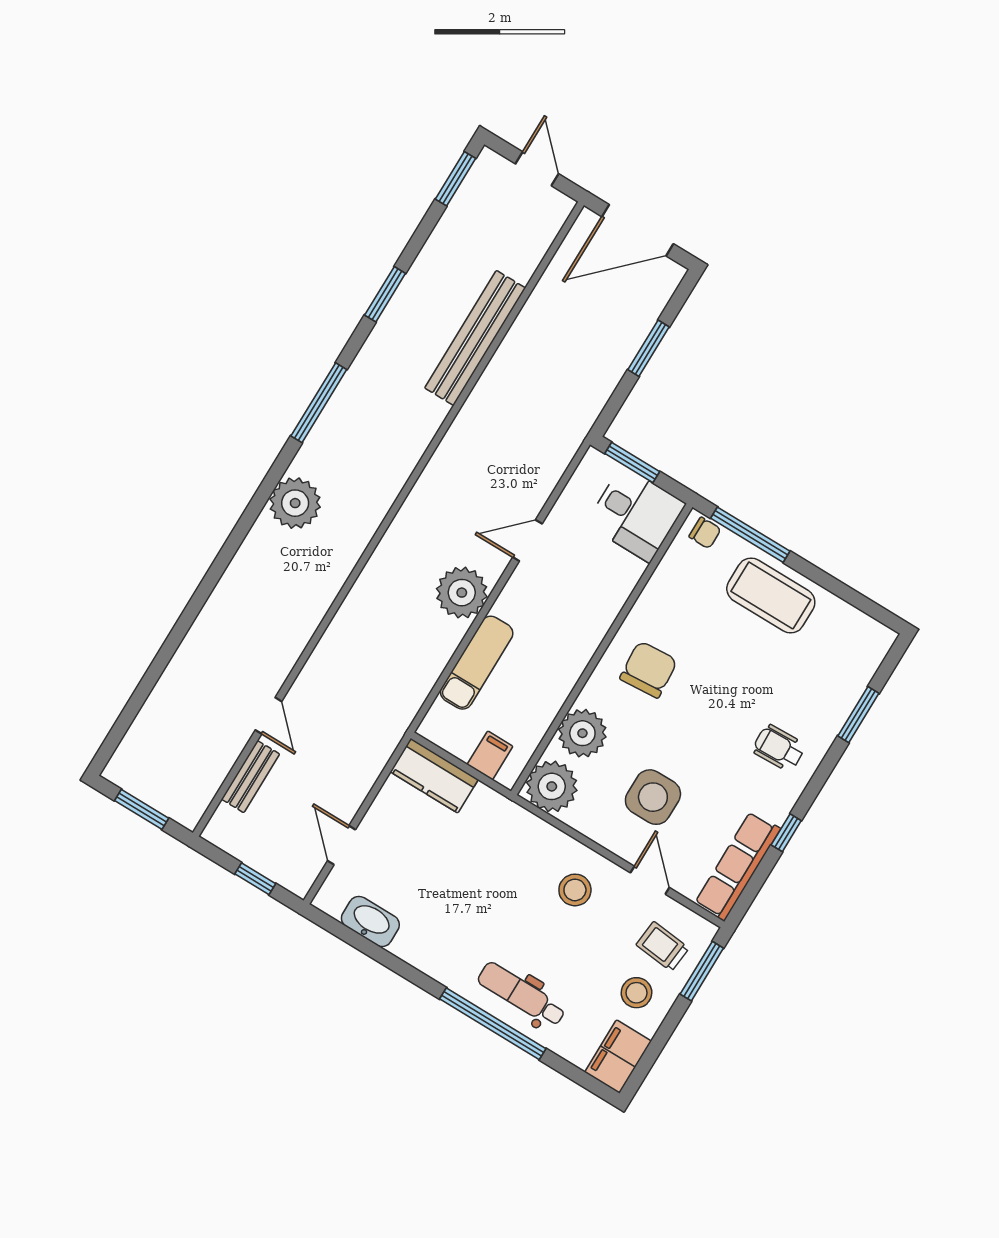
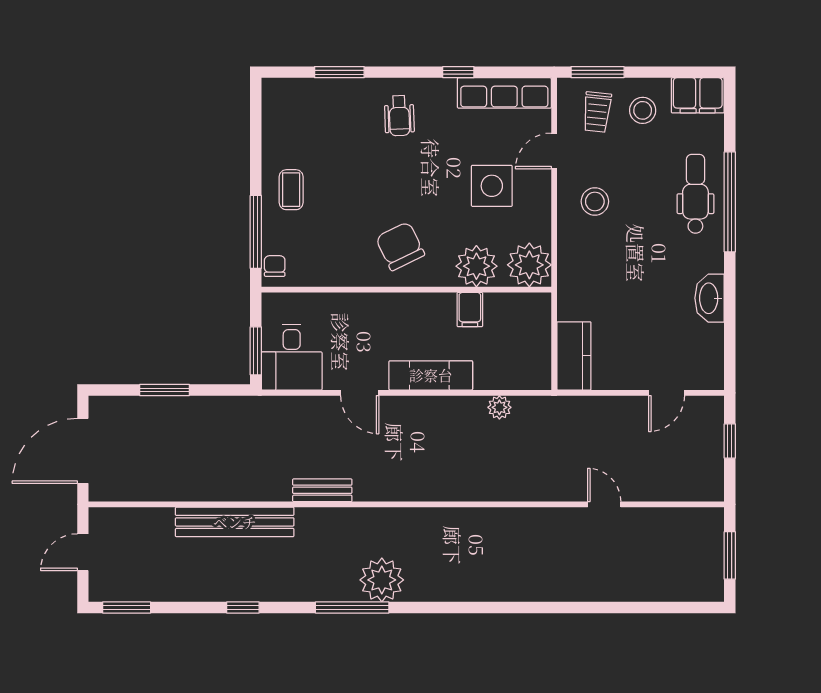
door: (638, 230) -> (83, 451), swing flipped
window: (385, 294) -> (243, 608), width x0.67
plant: (295, 503) -> (382, 580), moved
desk: (636, 514) -> (292, 357), moved, turned 180
plant: (462, 593) -> (499, 407), moved, width x0.53, depth x0.53
coffee table: (771, 596) -> (291, 190), width x0.54, depth x0.58
exam couch: (477, 663) -> (431, 375), moved
chair: (649, 670) -> (400, 246), turned 68
door: (268, 716) -> (604, 504), hinge flipped
filing cabinet: (490, 755) -> (470, 310), moved, turned -90
bench: (251, 777) -> (322, 490), moved
washbasin: (370, 921) -> (710, 298), moved
dental chair: (522, 995) -> (695, 194), turned 180

